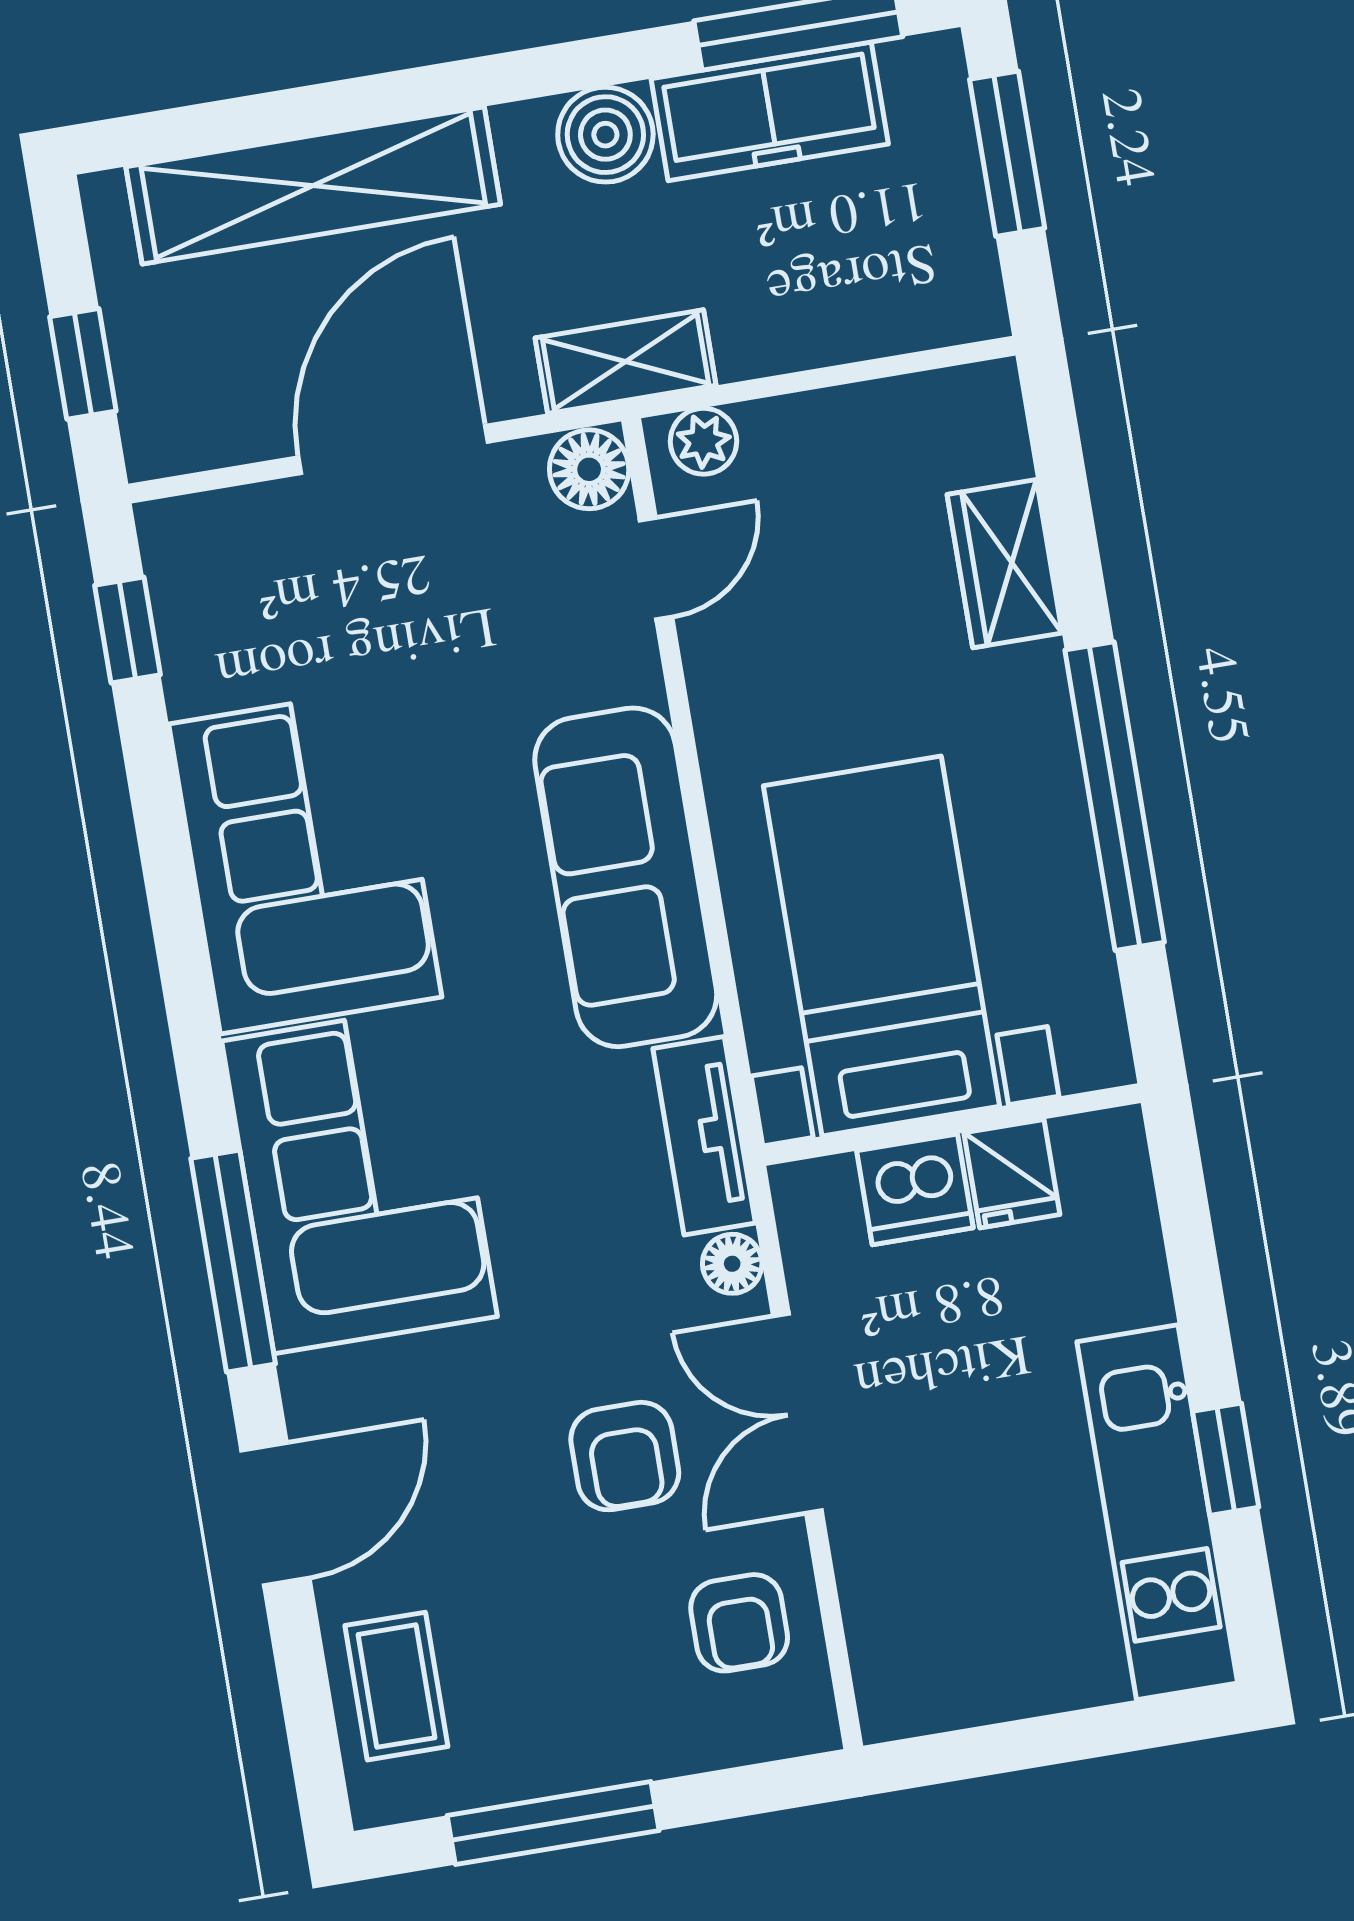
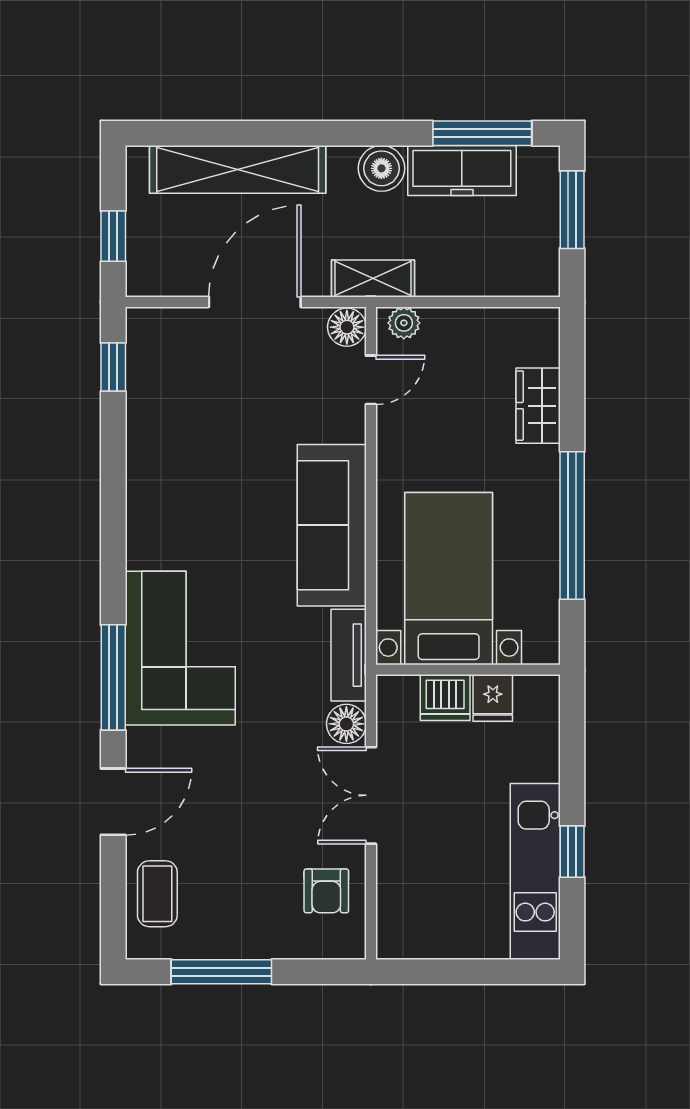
corner sofa: (305, 861) -> (180, 492), removed
floor lamp: (732, 1264) -> (346, 724), width x1.37, depth x1.37
armchair: (625, 1456) -> (285, 802), removed

